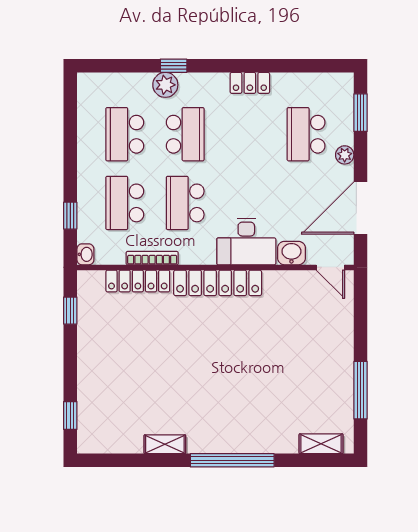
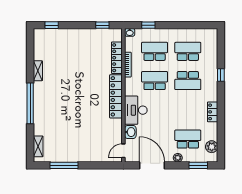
plant: (165, 85) -> (212, 147), moved

